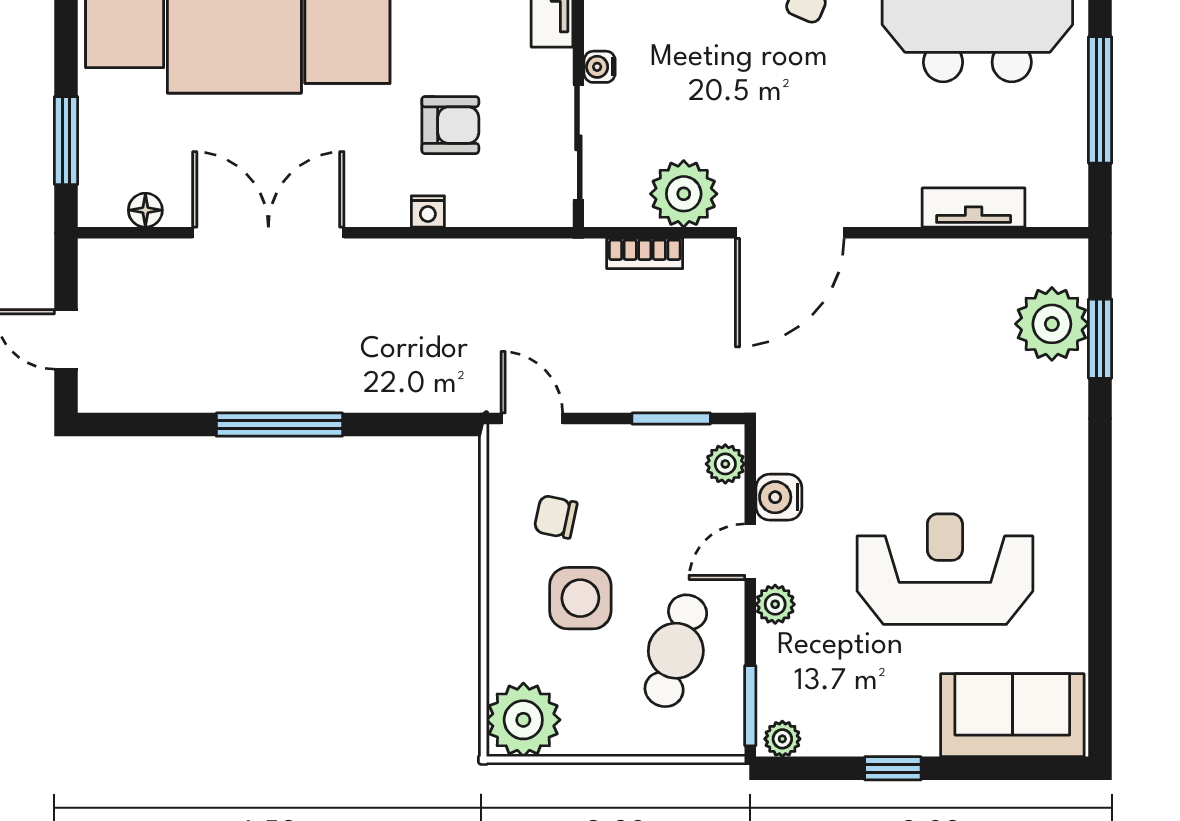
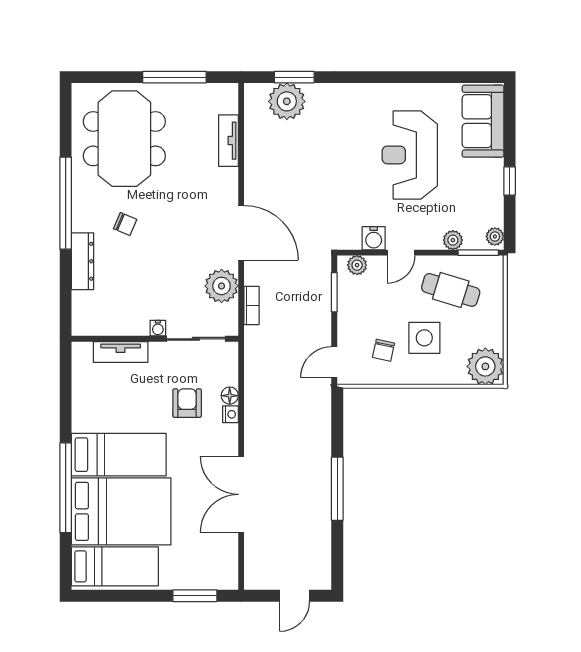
floor lamp: (145, 210) -> (230, 396), moved
door: (750, 552) -> (401, 253), hinge flipped
plant: (775, 604) -> (453, 240), moved

